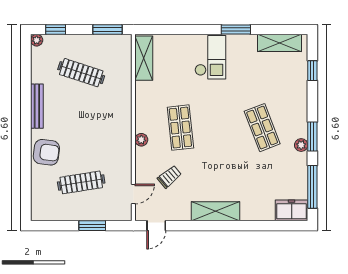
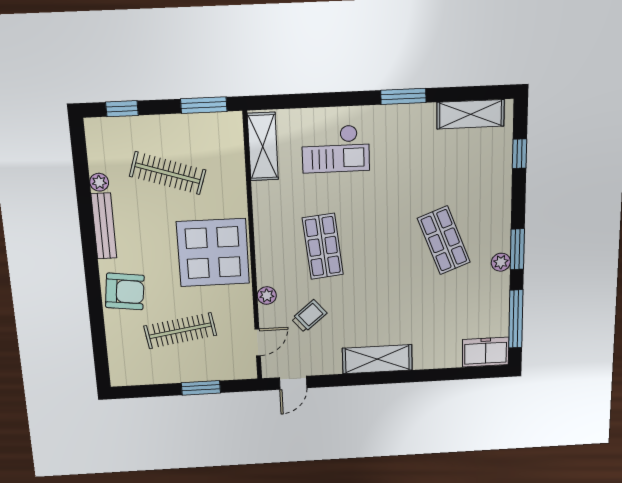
plant: (37, 40) -> (99, 182), moved
checkout: (210, 57) -> (336, 149), moved, turned 90
display table: (107, 128) -> (213, 253), added
plant: (141, 140) -> (267, 295), moved

